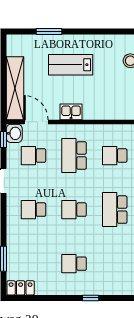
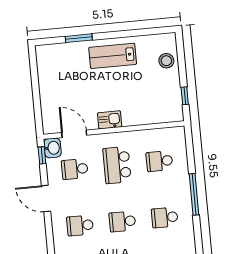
lab bench: (71, 65) -> (113, 56), moved
shelving: (15, 88) -> (49, 101), removed
school desk: (115, 210) -> (165, 217), width x0.54

